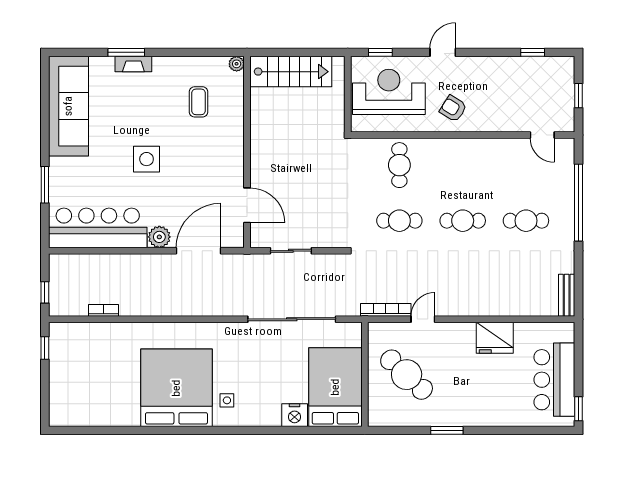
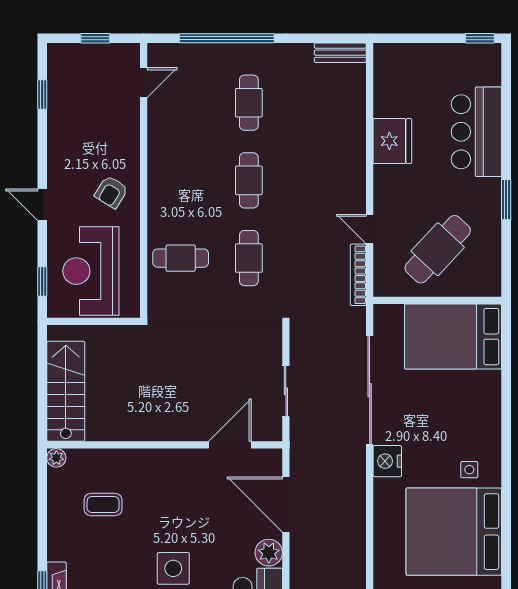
bar counter: (554, 380) -> (476, 132), moved, turned 90
nightstand: (295, 415) -> (387, 461), moved, turned 180

